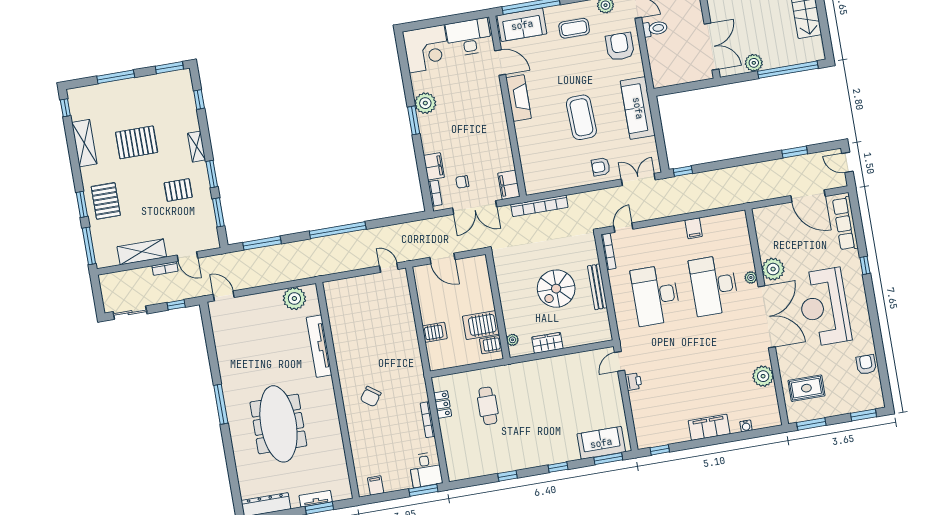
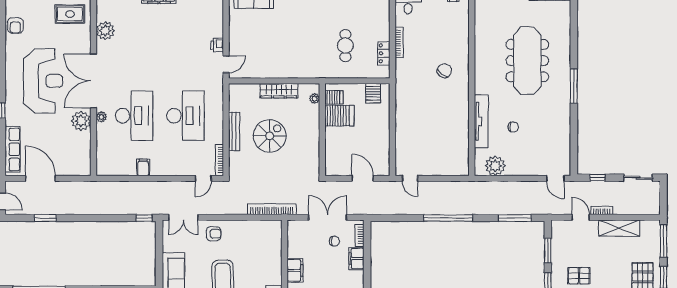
filing cabinet: (509, 185) -> (295, 270), moved
server rack: (435, 332) -> (373, 93), moved, turned -90
wardrobe: (547, 343) -> (279, 91), width x1.50
chair: (282, 346) -> (513, 127), added

